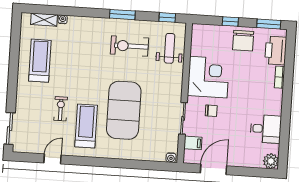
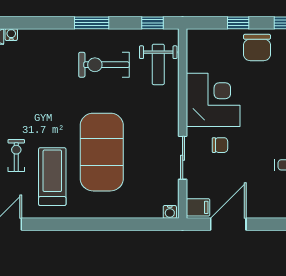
weight bench: (170, 48) -> (158, 64), turned 180
filing cabinet: (193, 143) -> (198, 207), moved

